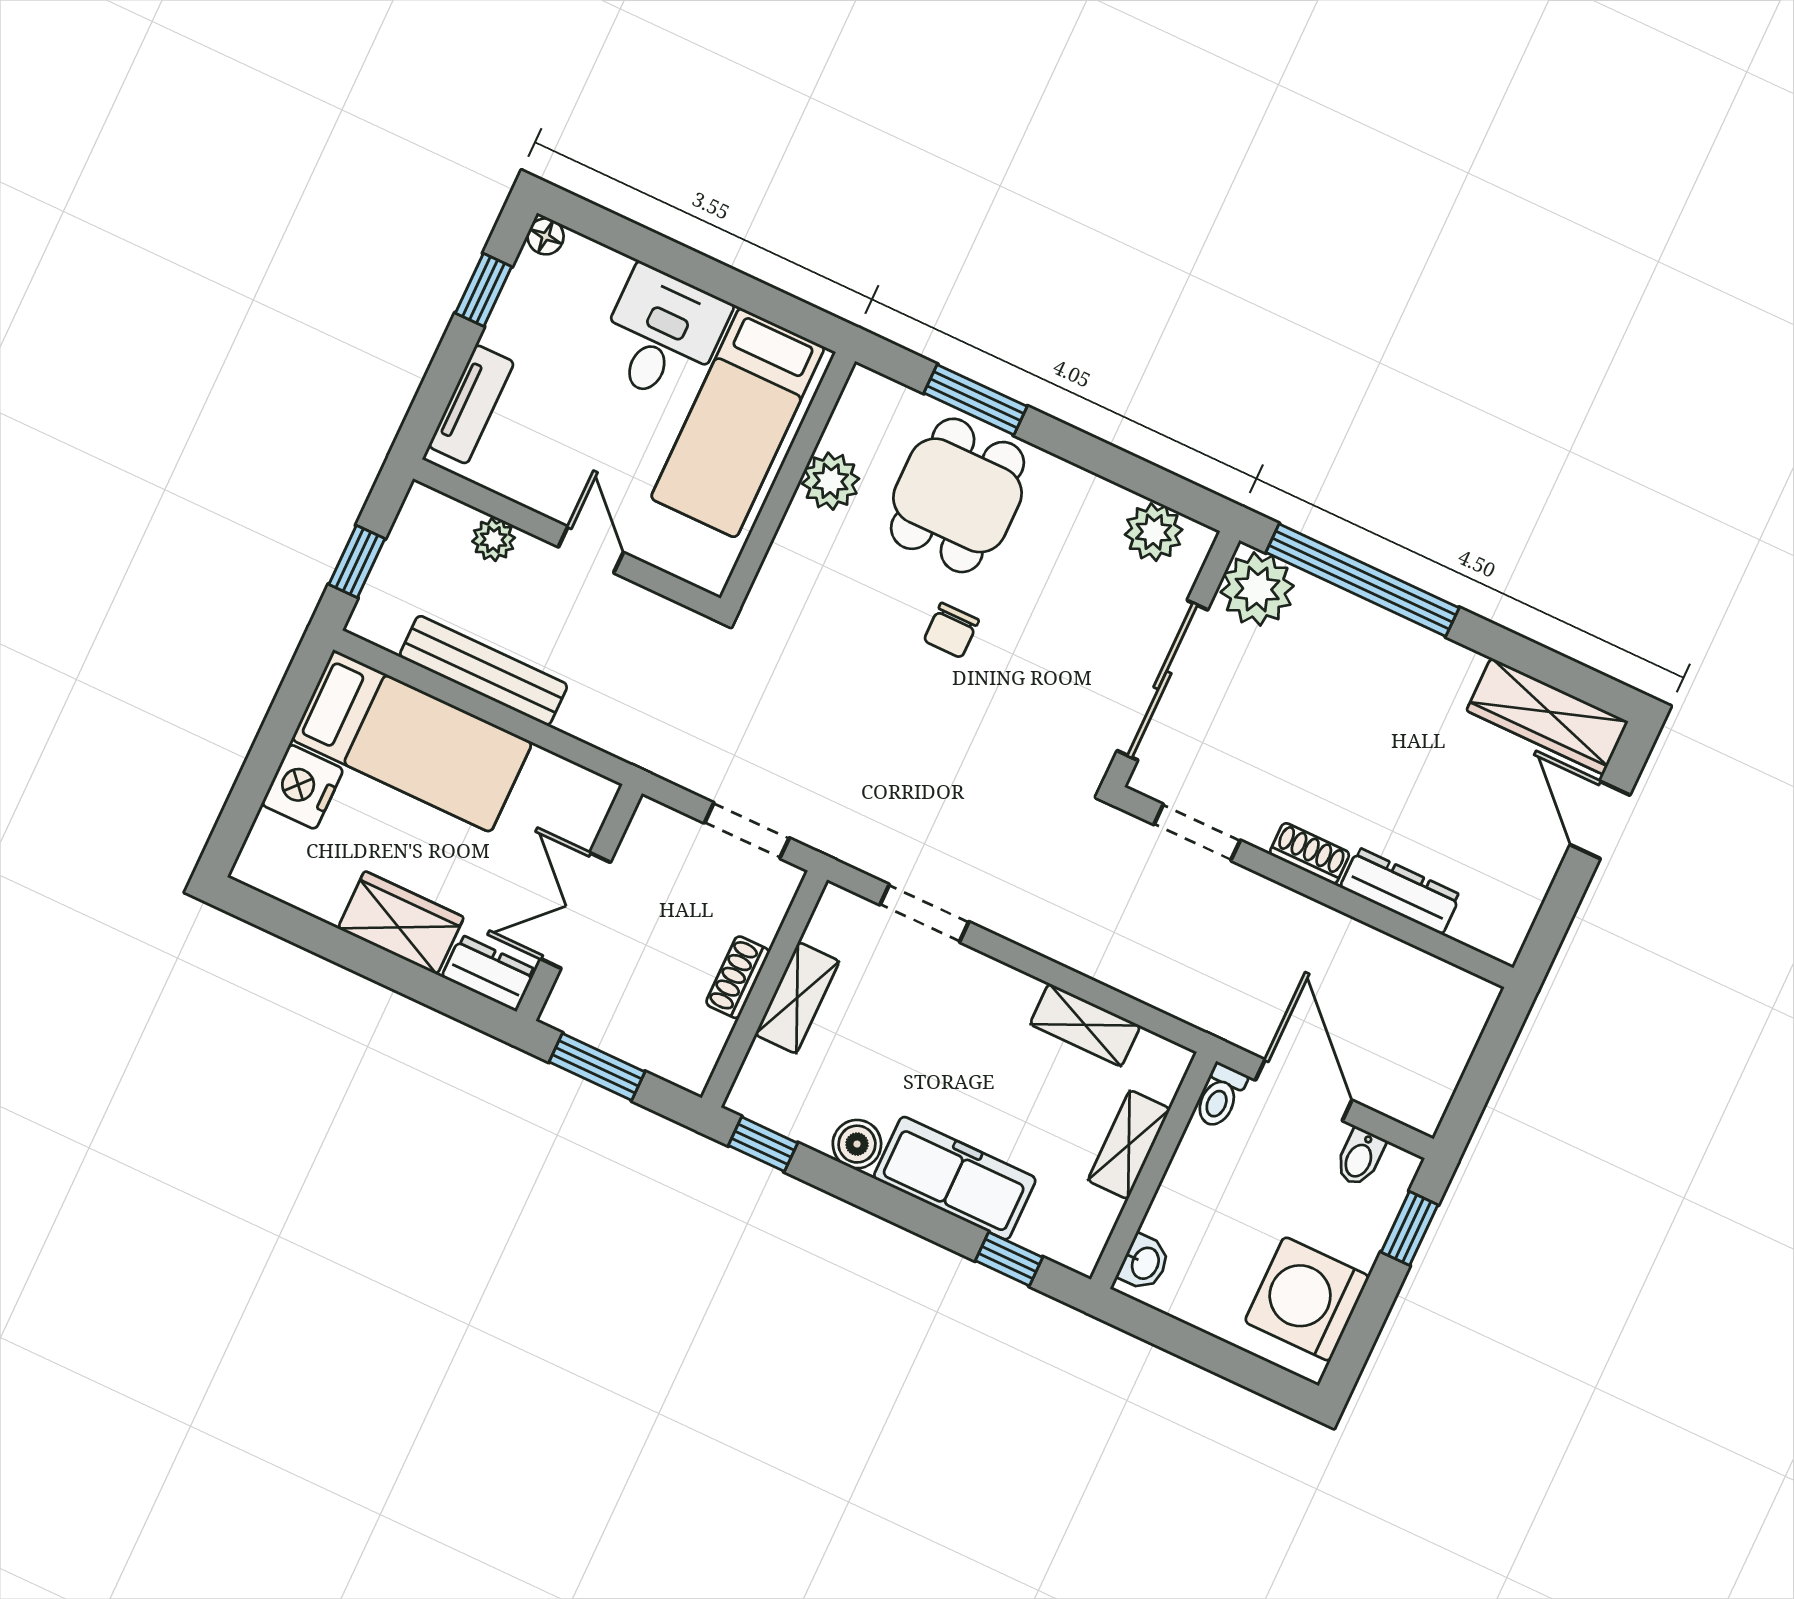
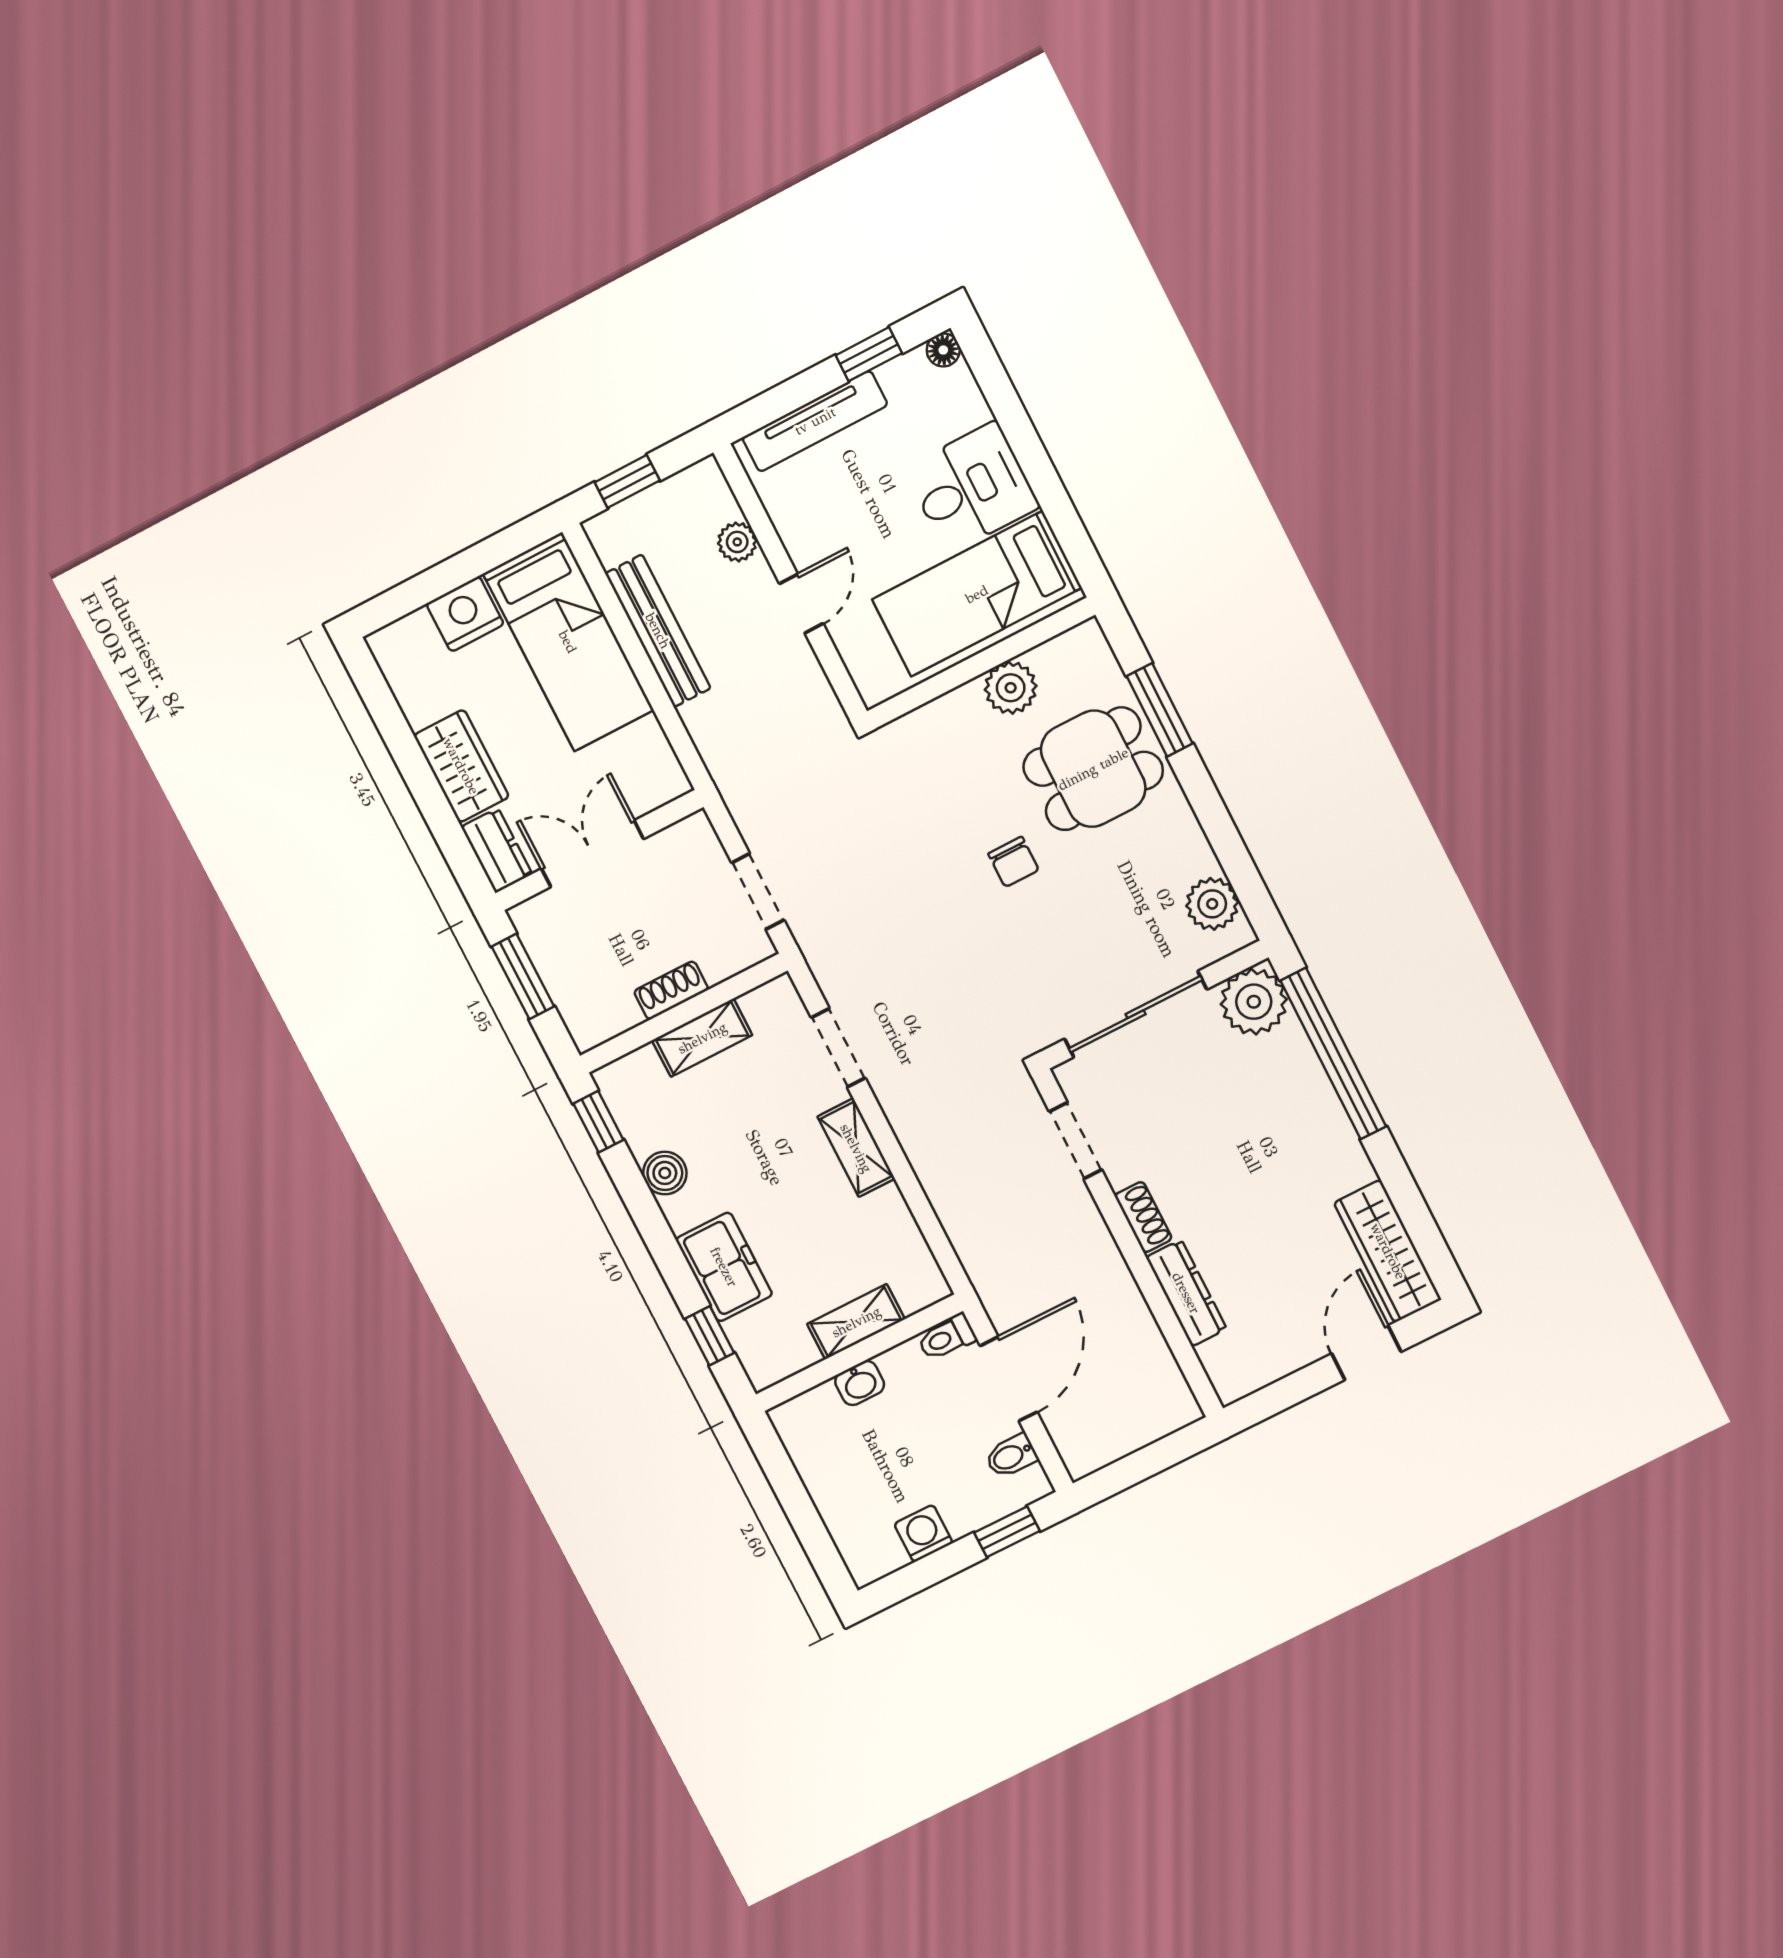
tv unit: (471, 404) -> (815, 421), width x1.41
chair: (951, 630) -> (1014, 862), turned -90
shelving: (1085, 1025) -> (856, 1148), moved
freezer: (955, 1178) -> (724, 1267), width x0.71
washbasin: (1144, 1263) -> (860, 1383), moved
washing machine: (1307, 1299) -> (923, 1533), width x0.53, depth x0.53

